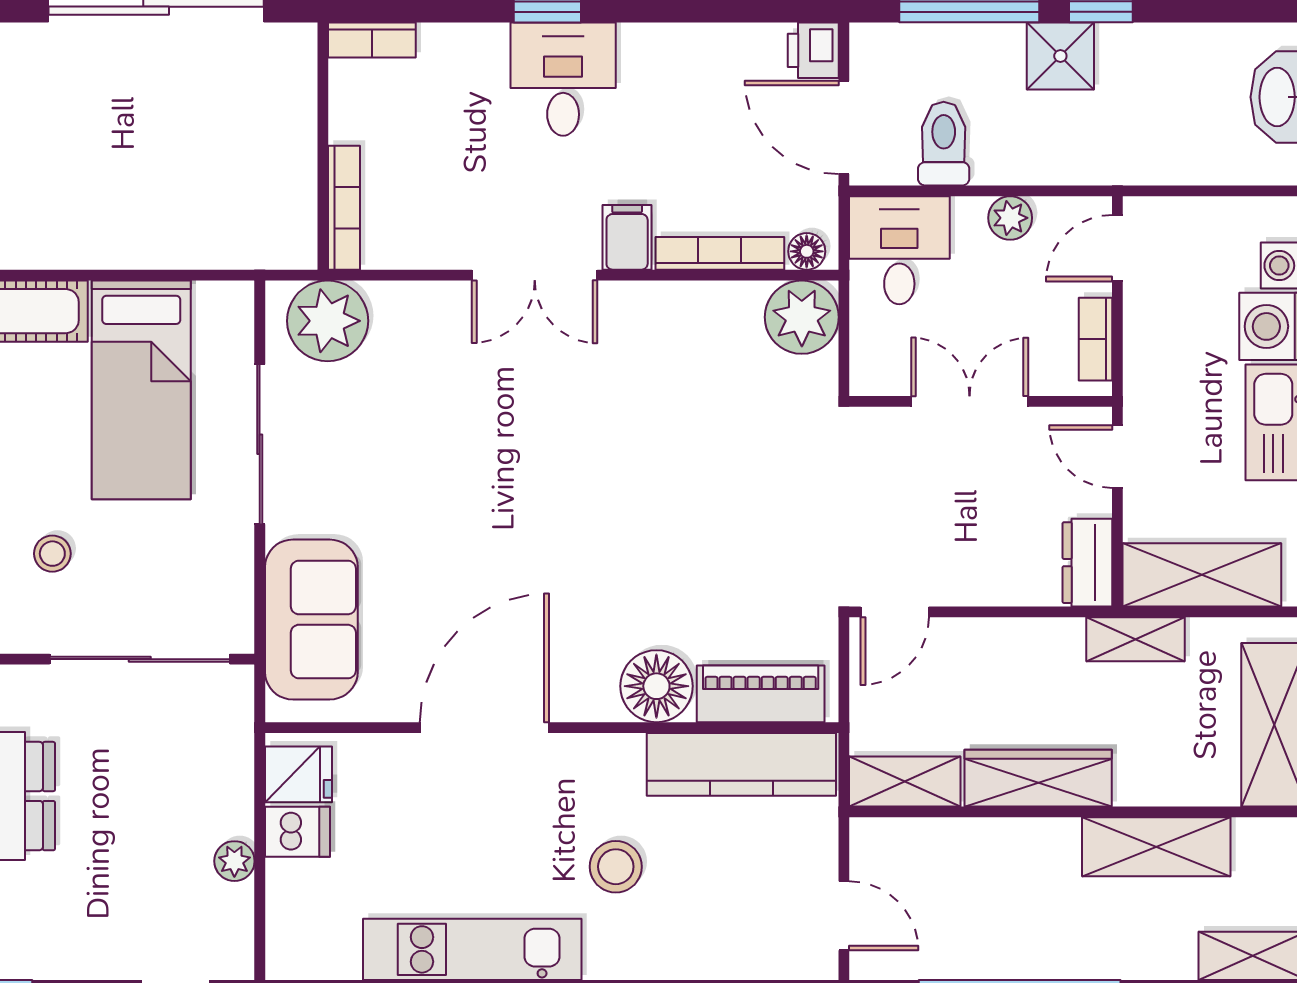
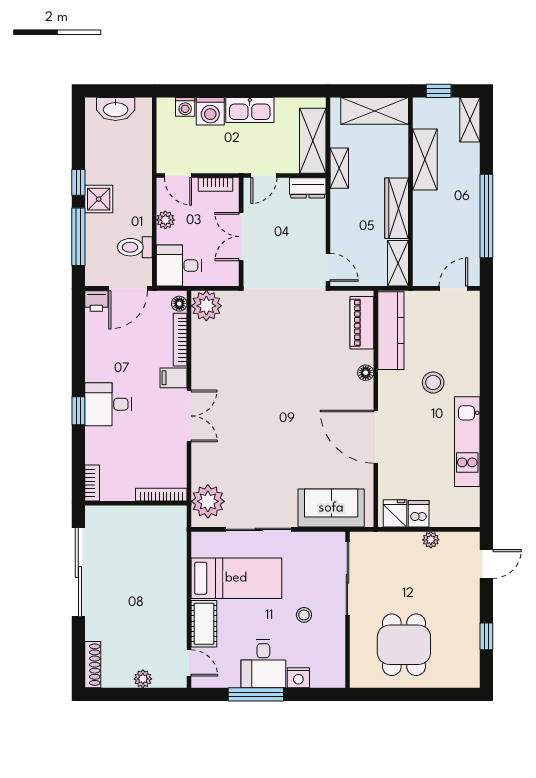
floor lamp: (656, 686) -> (366, 373), width x0.53, depth x0.53

